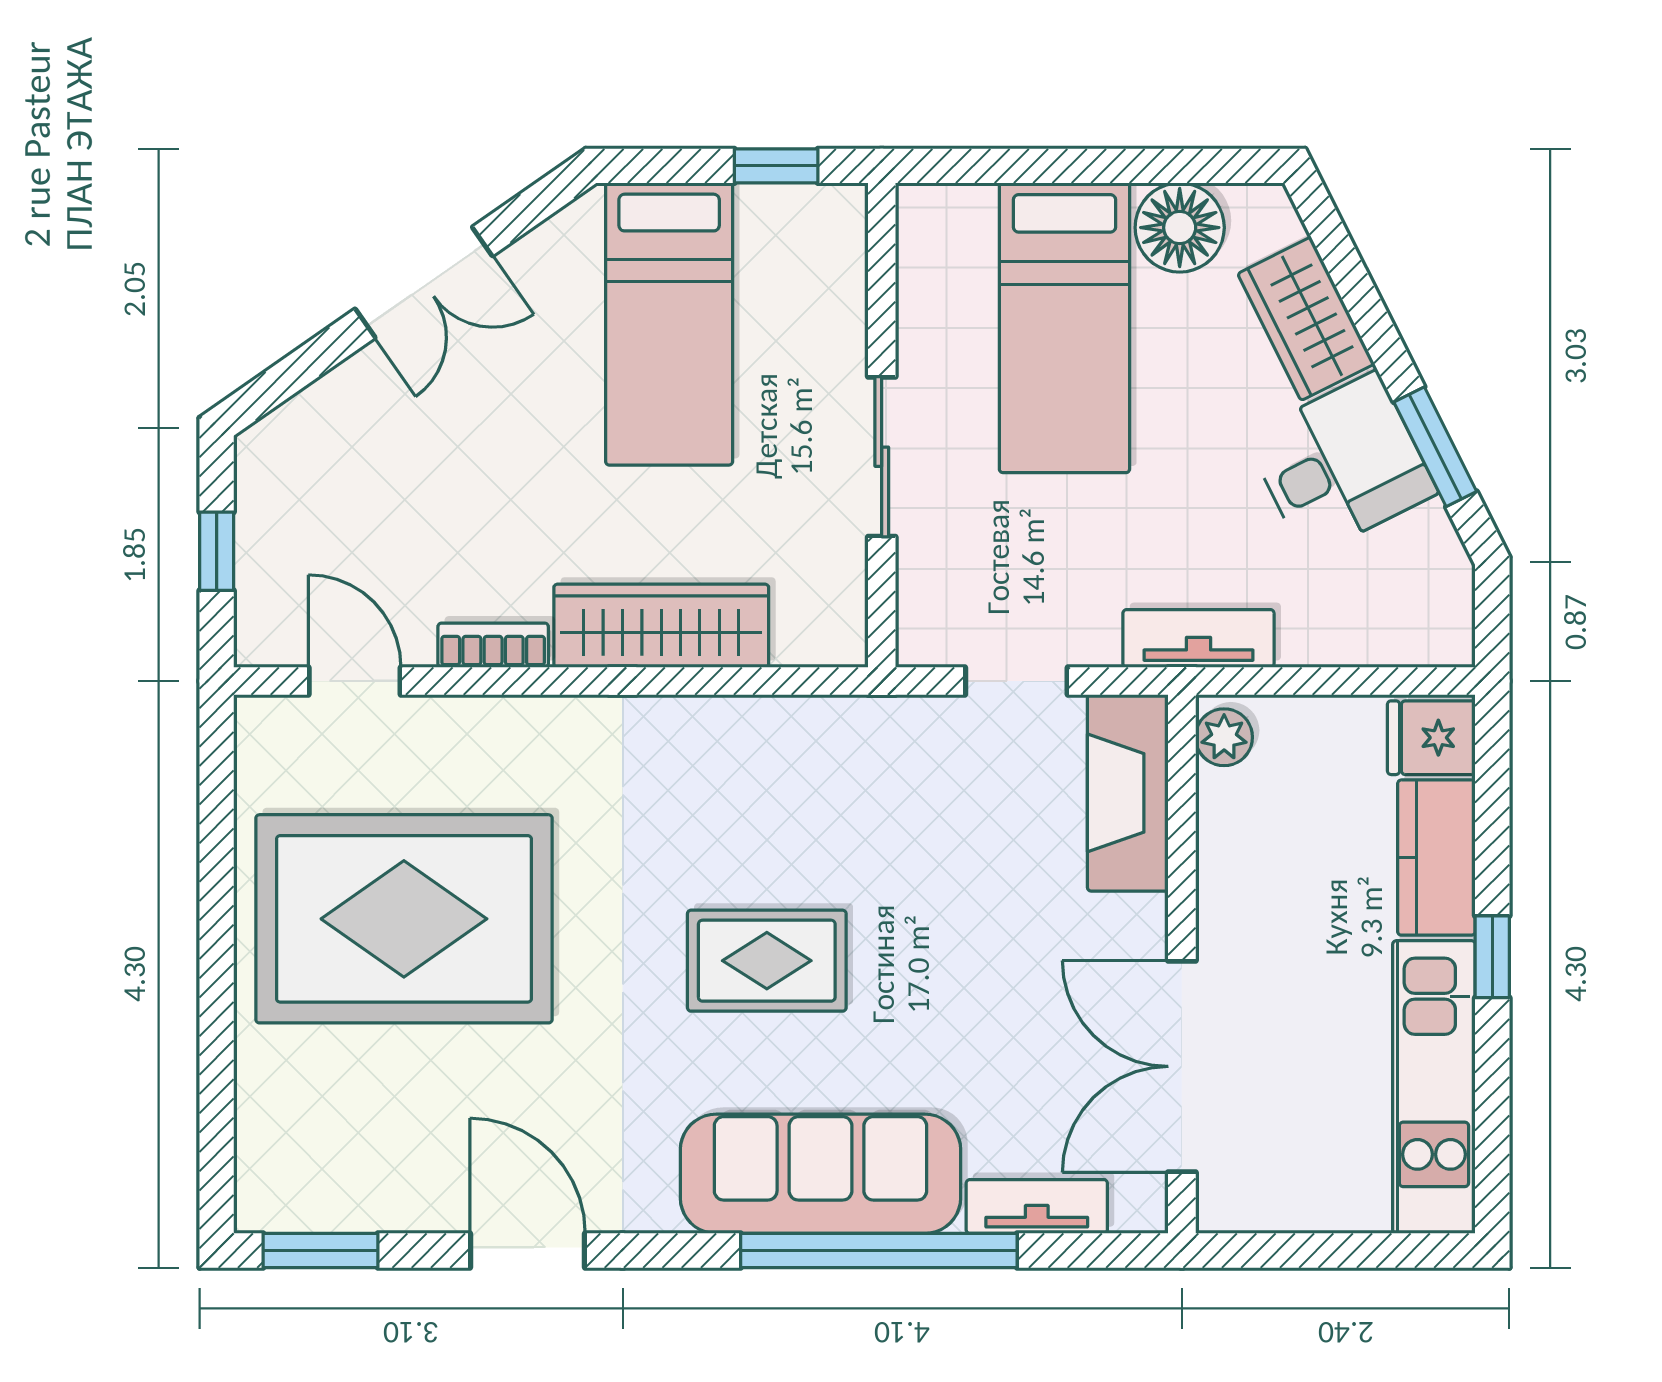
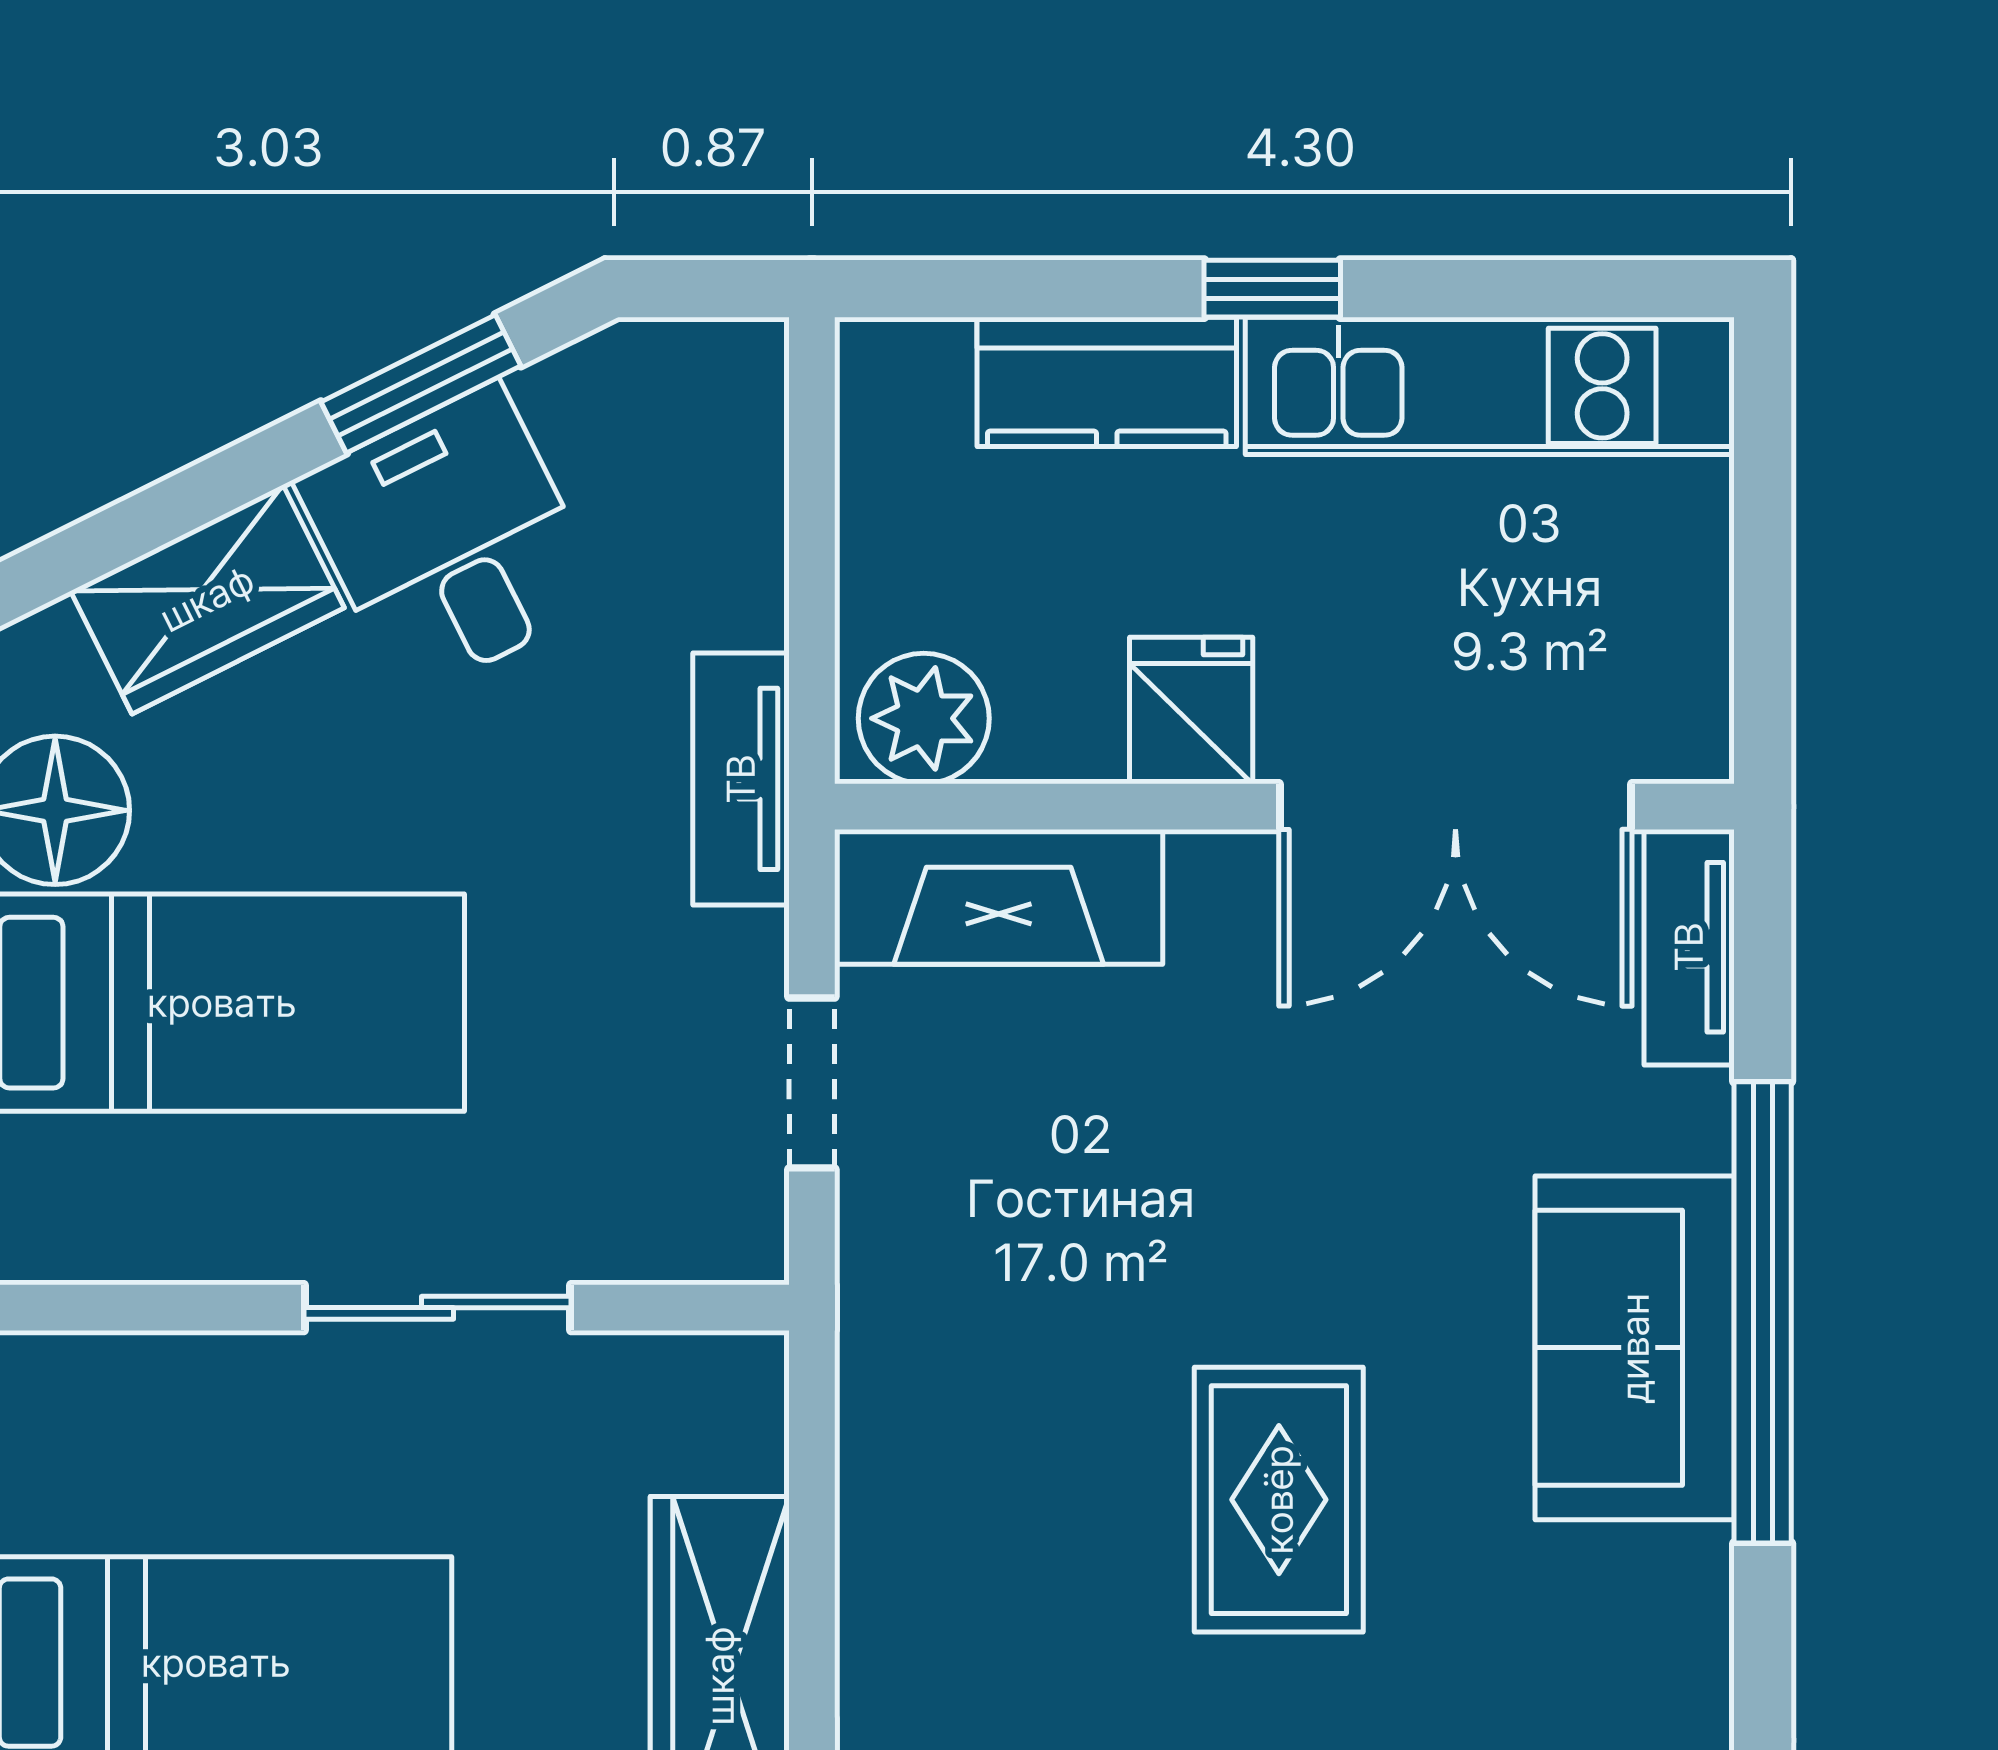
plant: (1224, 737) -> (924, 718), width x1.38, depth x1.38
fridge: (1431, 738) -> (1191, 711), moved, turned 180
sofa: (820, 1174) -> (1635, 1348), width x0.73
tv unit: (1037, 1206) -> (1689, 947), moved

